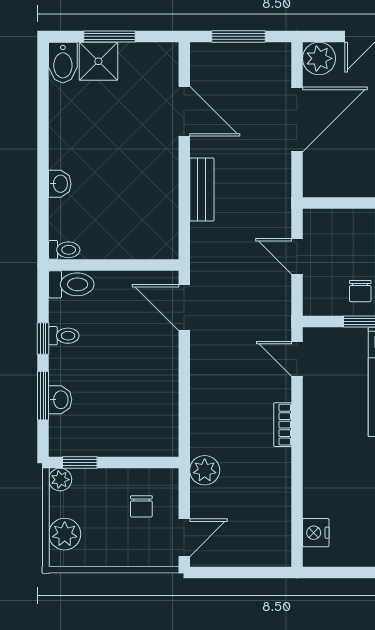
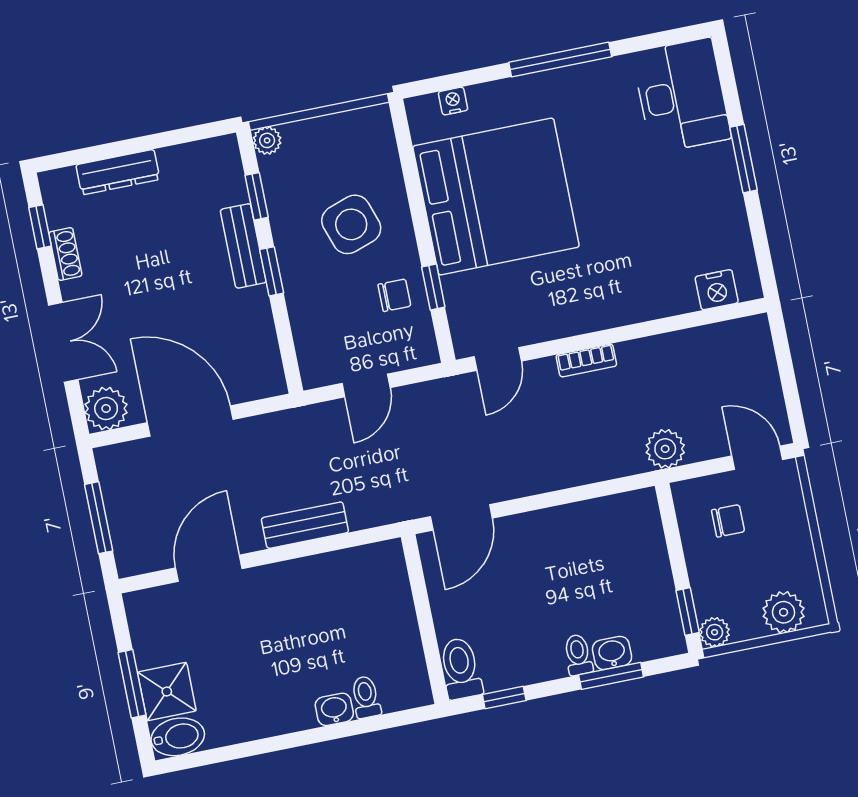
toilet: (64, 250) -> (366, 697), moved
toilet: (64, 336) -> (578, 655), moved
window: (43, 338) -> (504, 697), moved

